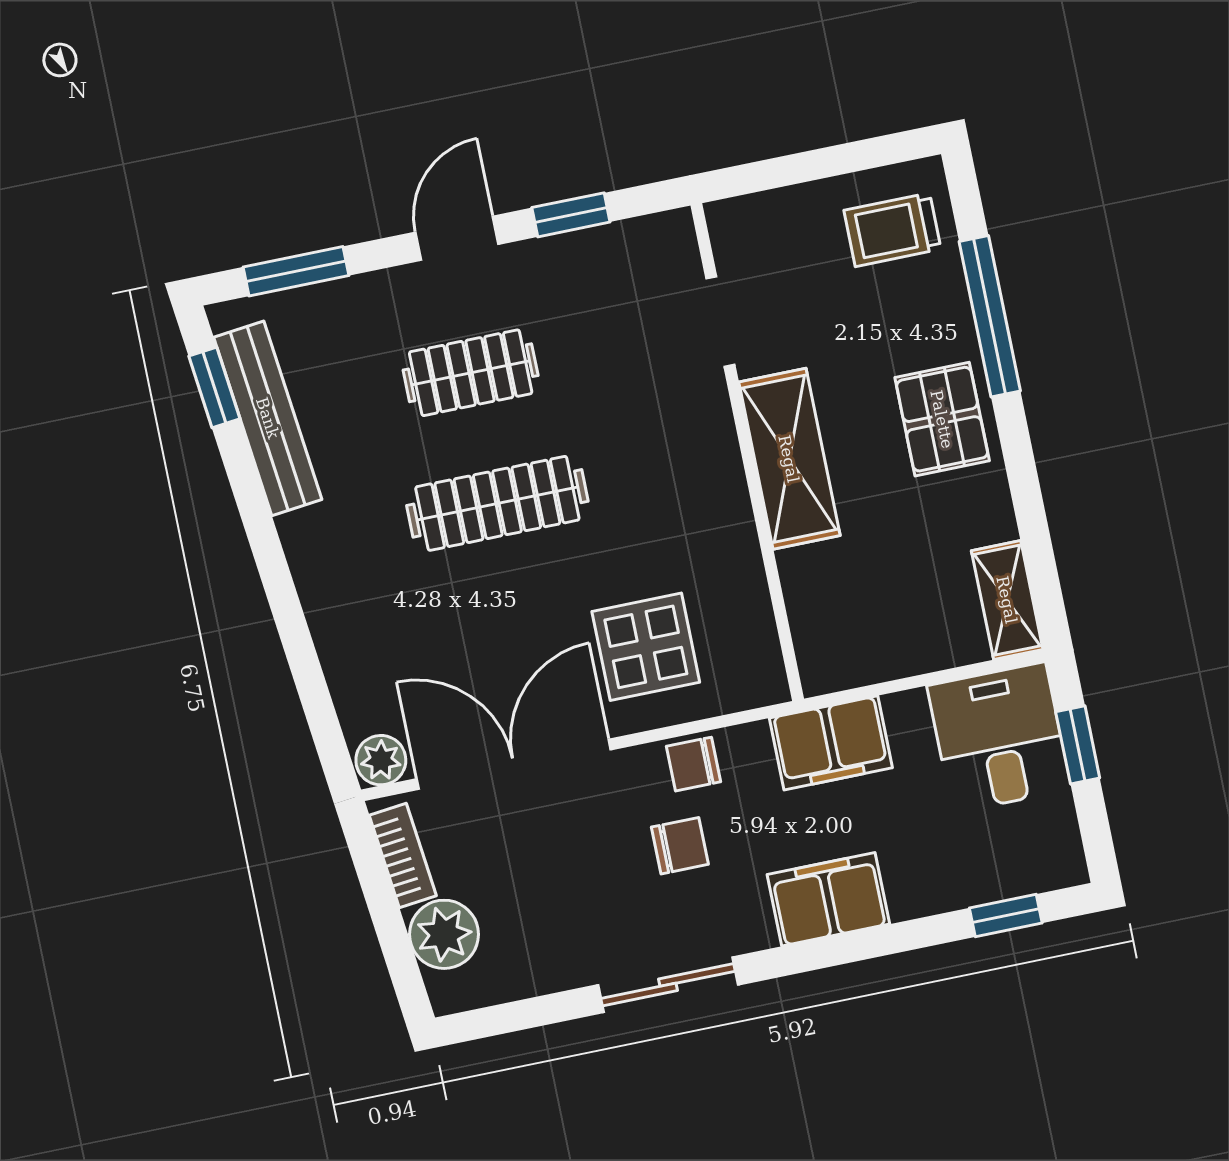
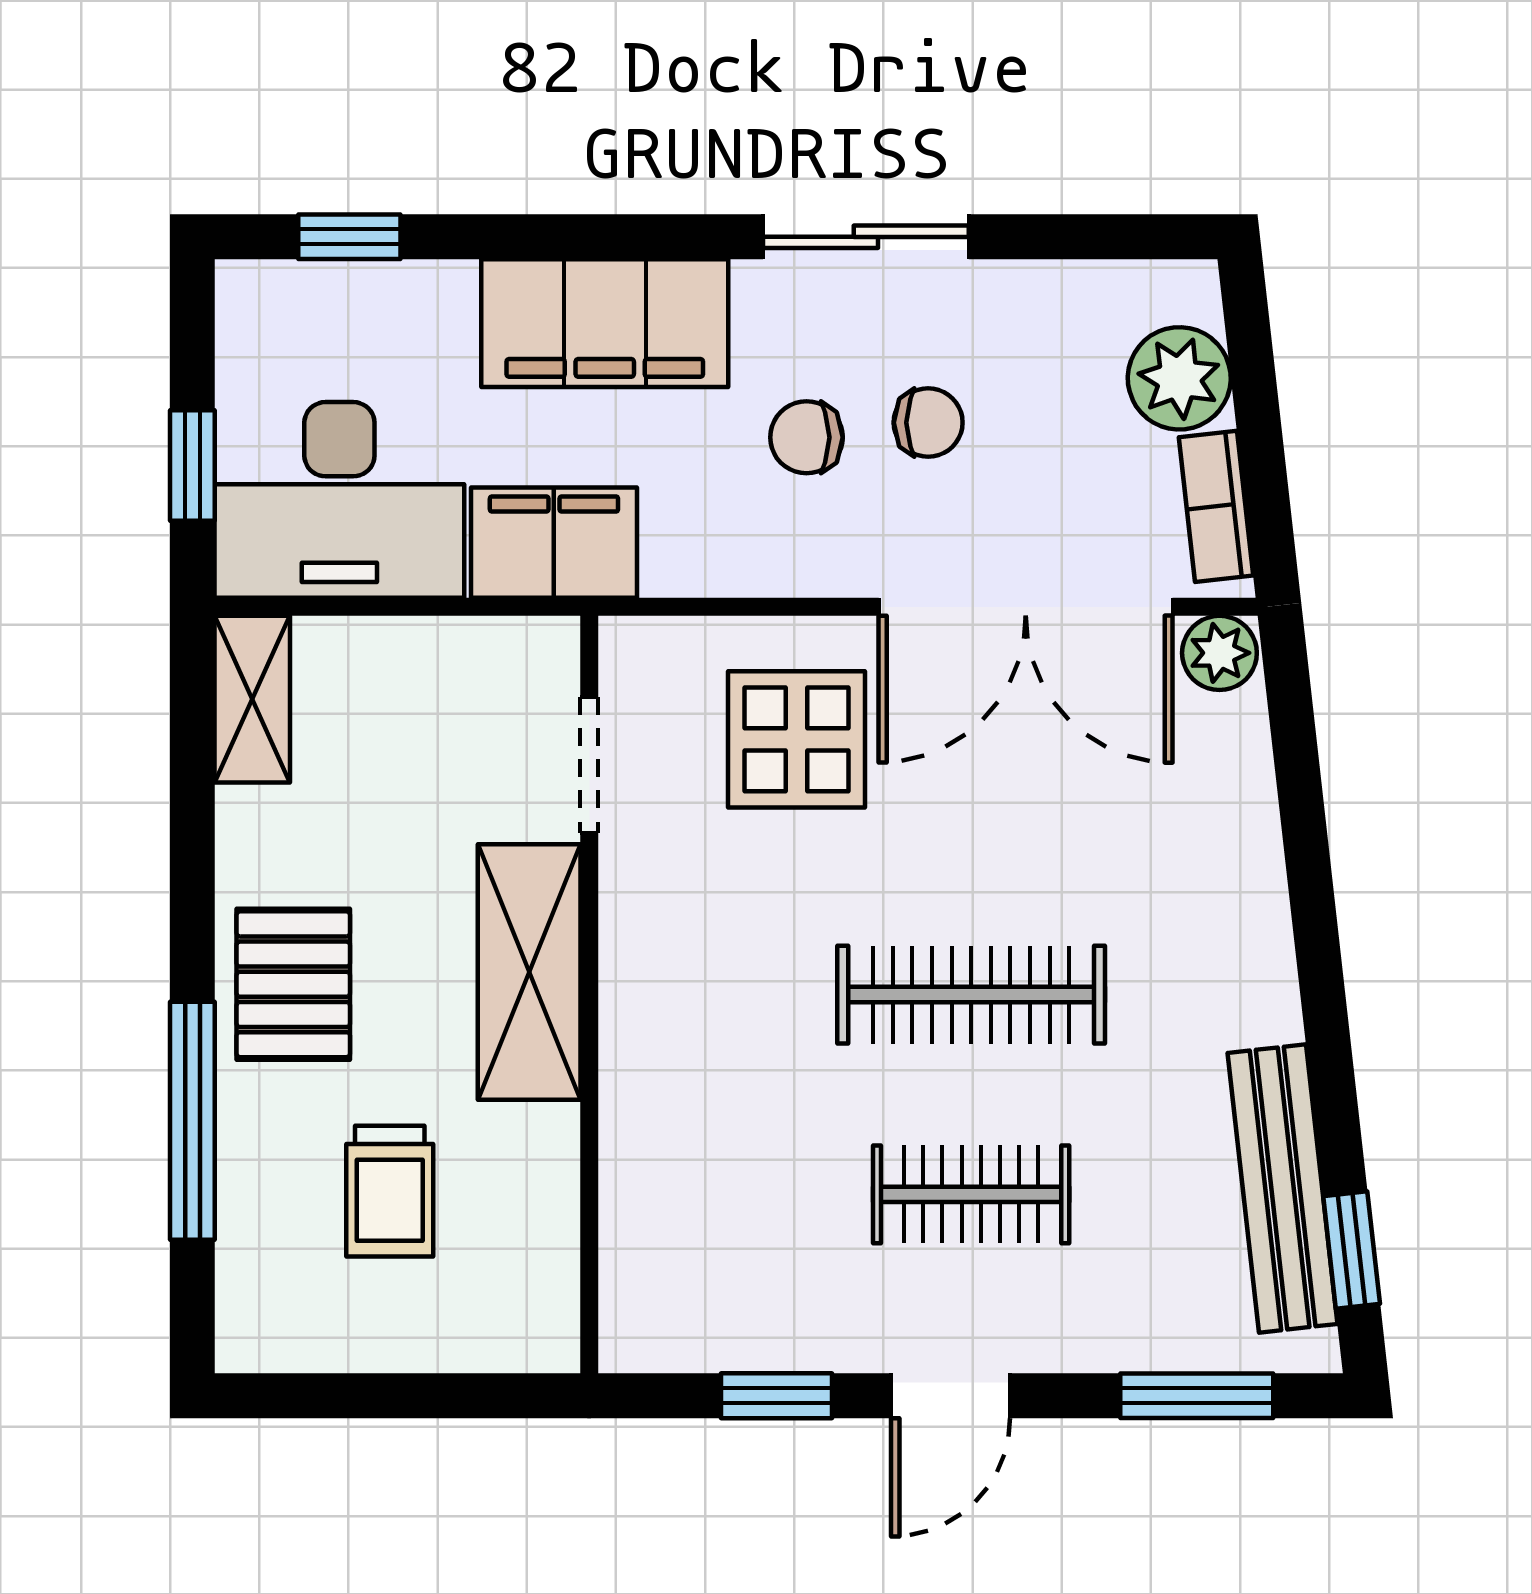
trolley: (892, 230) -> (390, 1191), moved, turned 90
doorway: (720, 322) -> (589, 765), moved
desk: (999, 738) -> (339, 500), width x1.37
chair: (694, 764) -> (928, 423), moved
filing cabinet: (828, 899) -> (605, 323), width x1.50, depth x1.17

